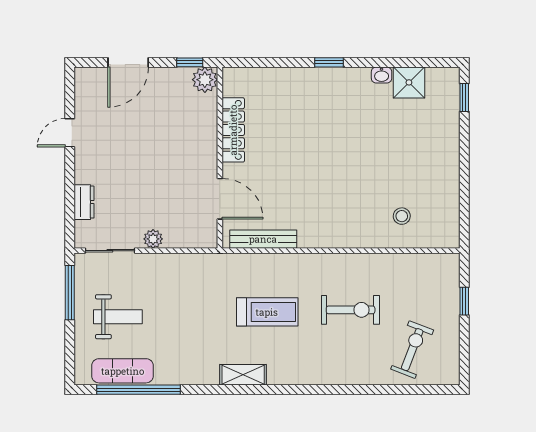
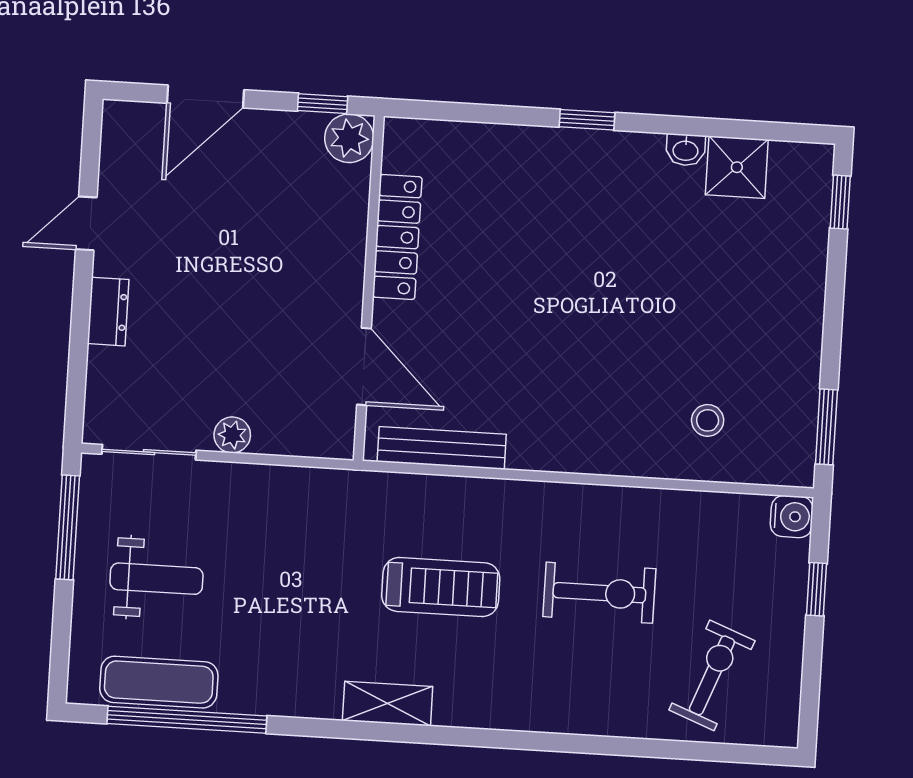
dresser: (84, 202) -> (108, 312), moved
window: (464, 216) -> (826, 427), added
water cooler: (449, 264) -> (792, 517), added

